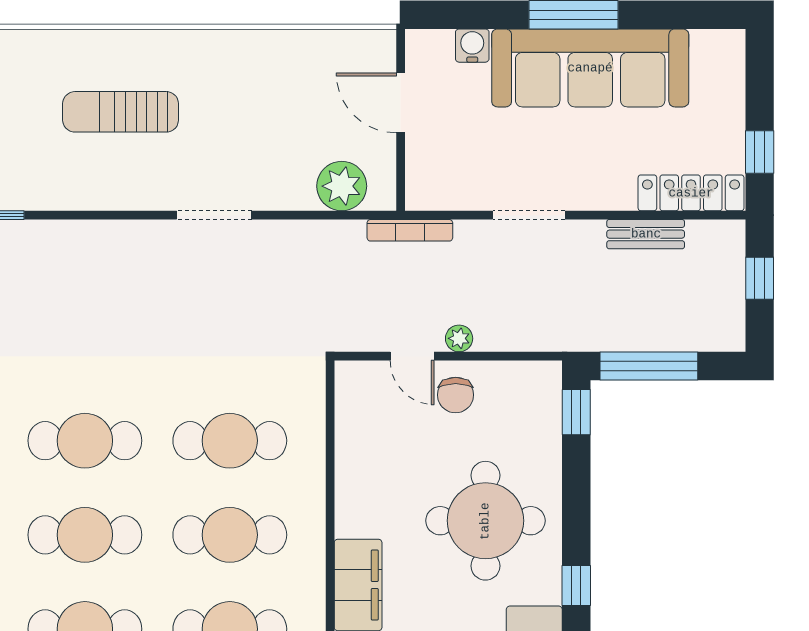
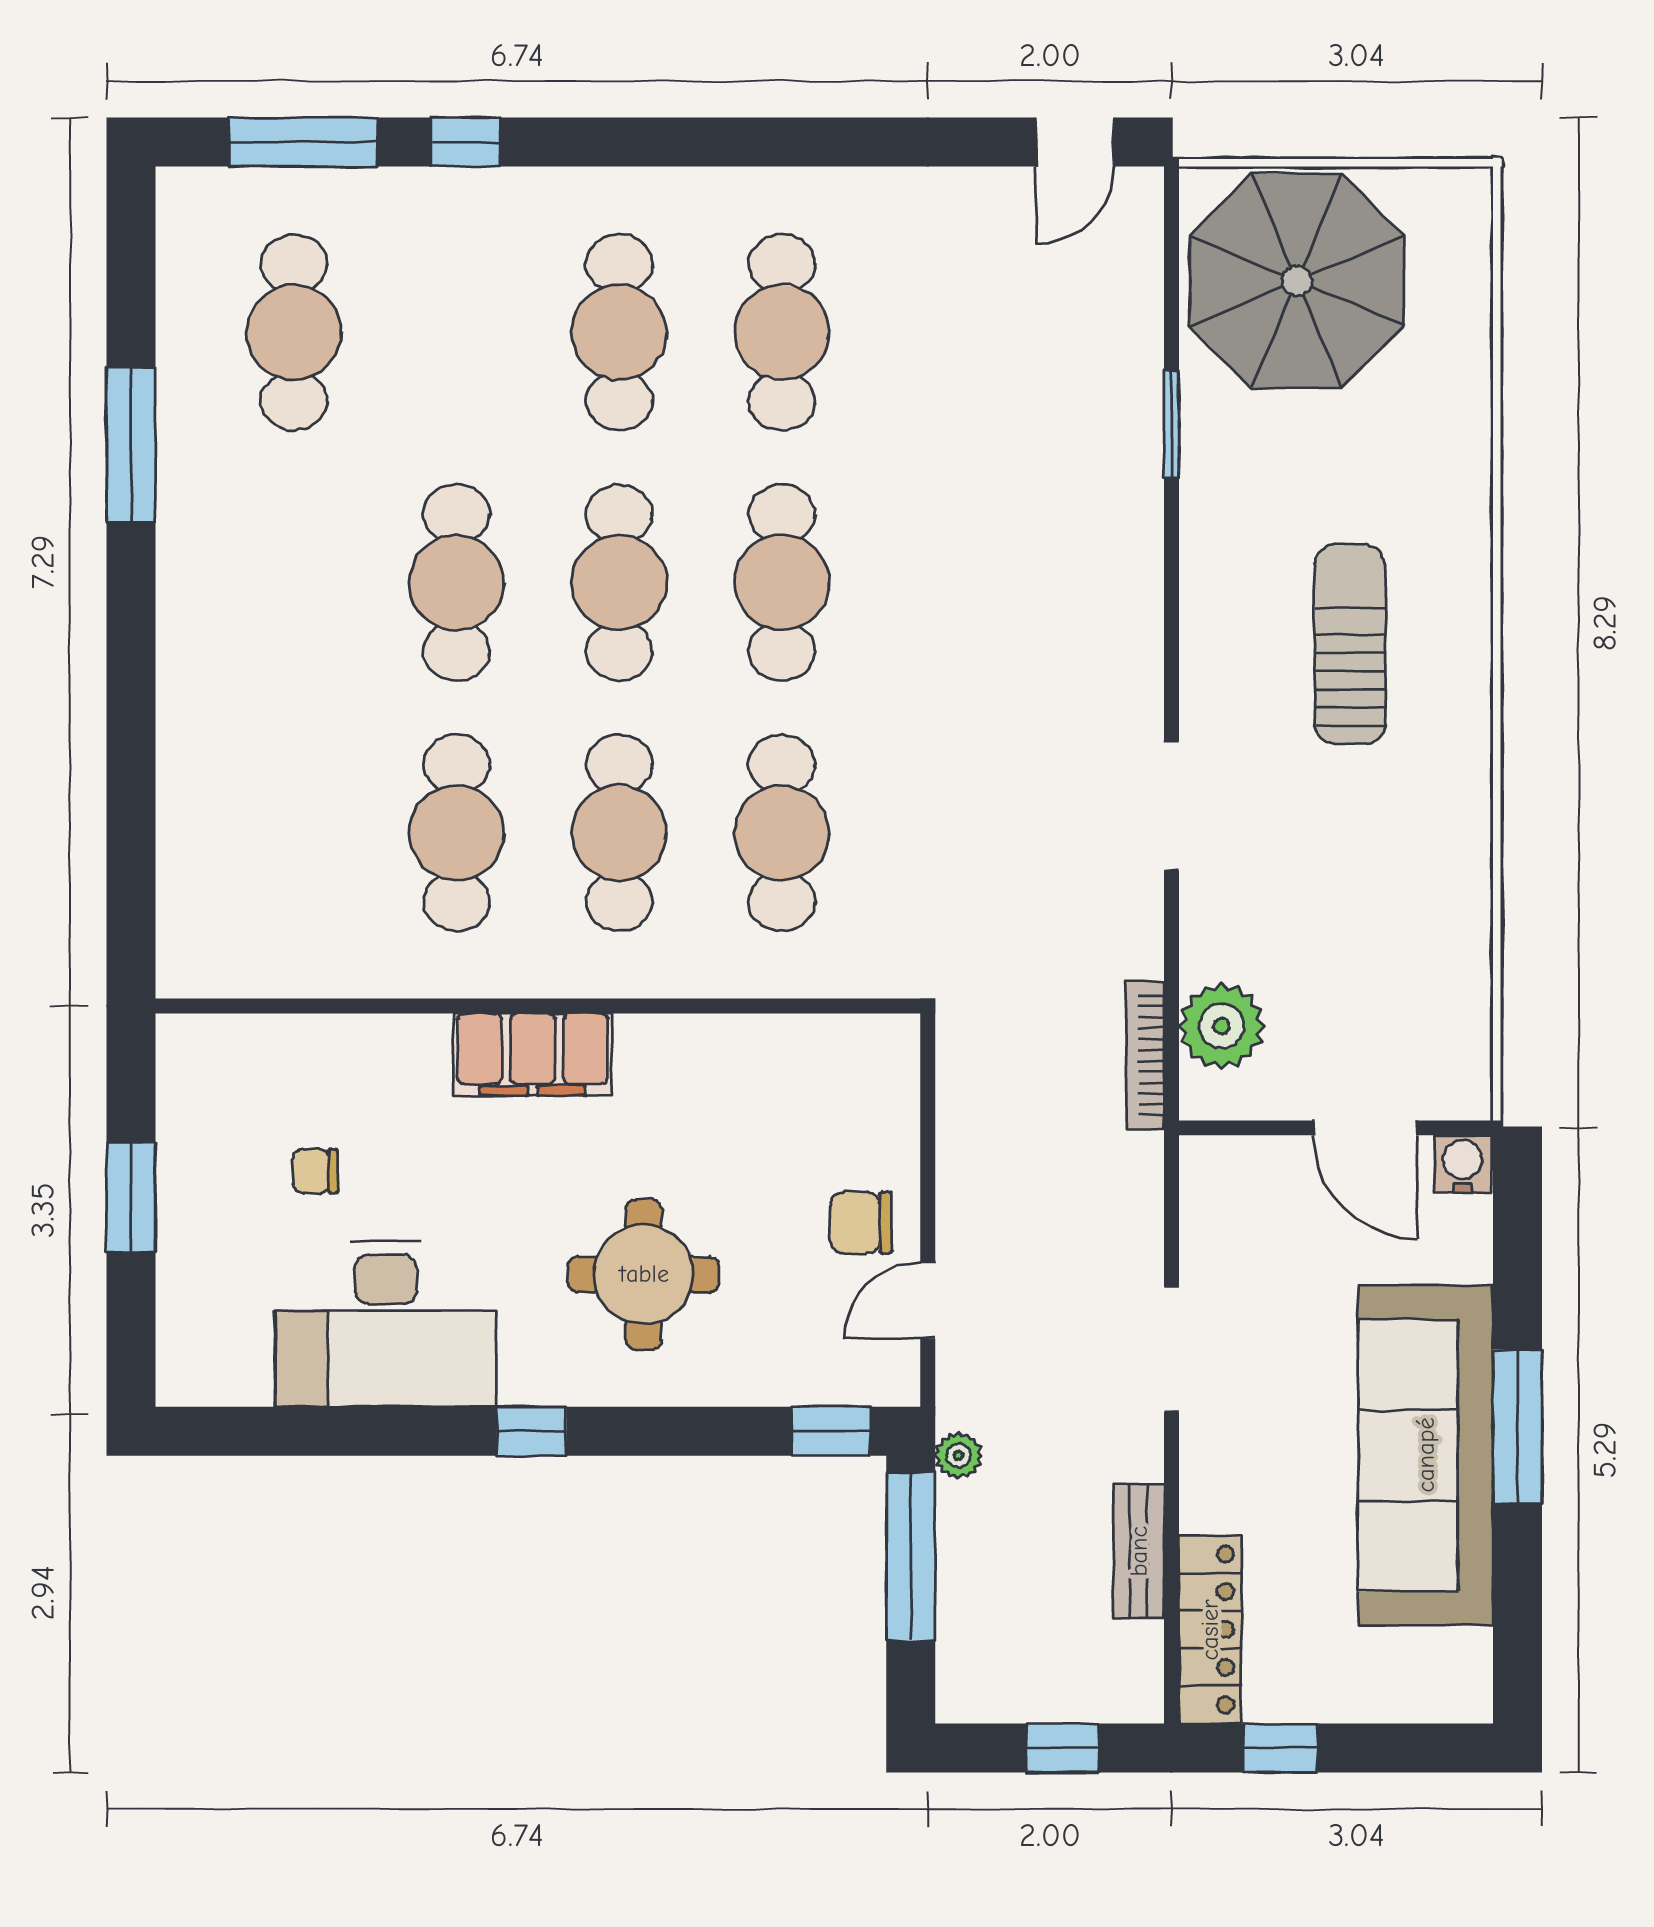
water cooler: (472, 46) -> (1463, 1164), moved, turned -90
door: (401, 103) -> (1365, 1128), swing flipped
bookcase: (410, 230) -> (1145, 1056), moved
plant: (459, 338) -> (958, 1455), moved
door: (412, 356) -> (928, 1300), moved
round table: (485, 521) -> (644, 1274), width x0.73, depth x0.73

